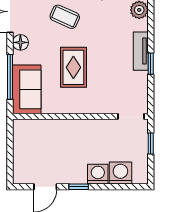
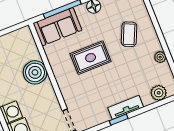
boiler: (66, 132) -> (35, 72), added

